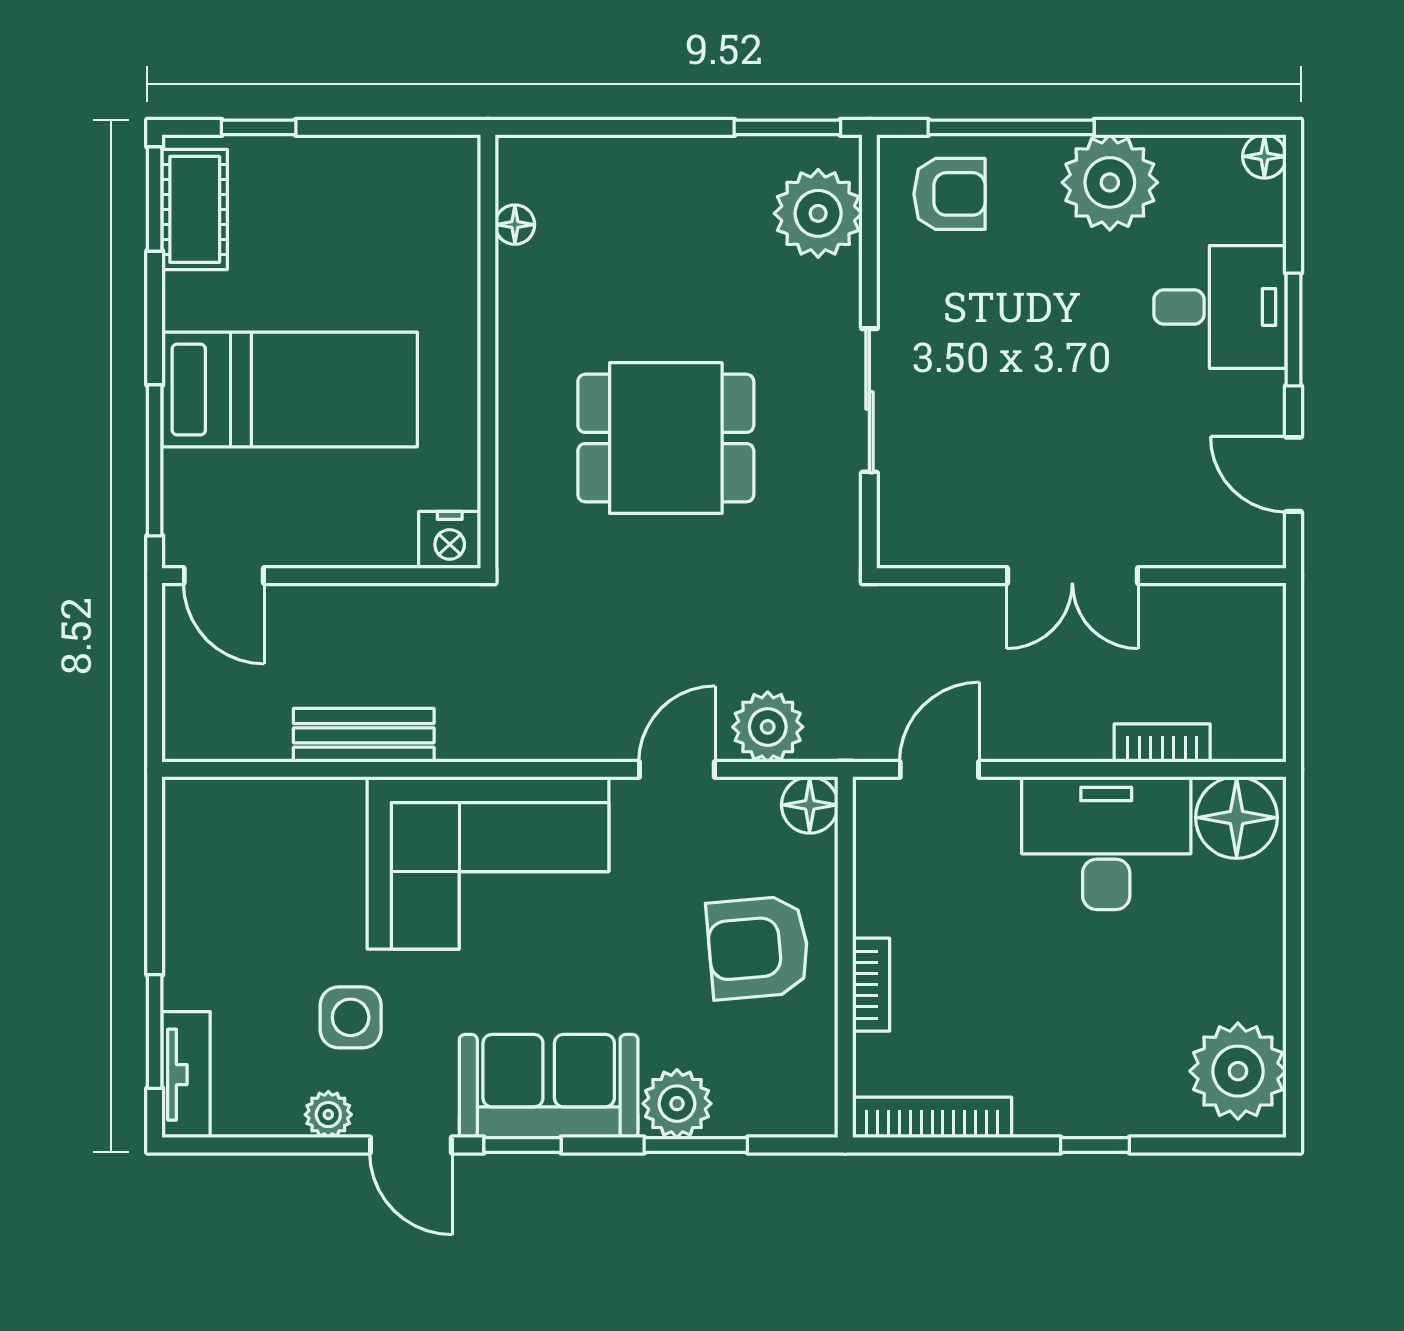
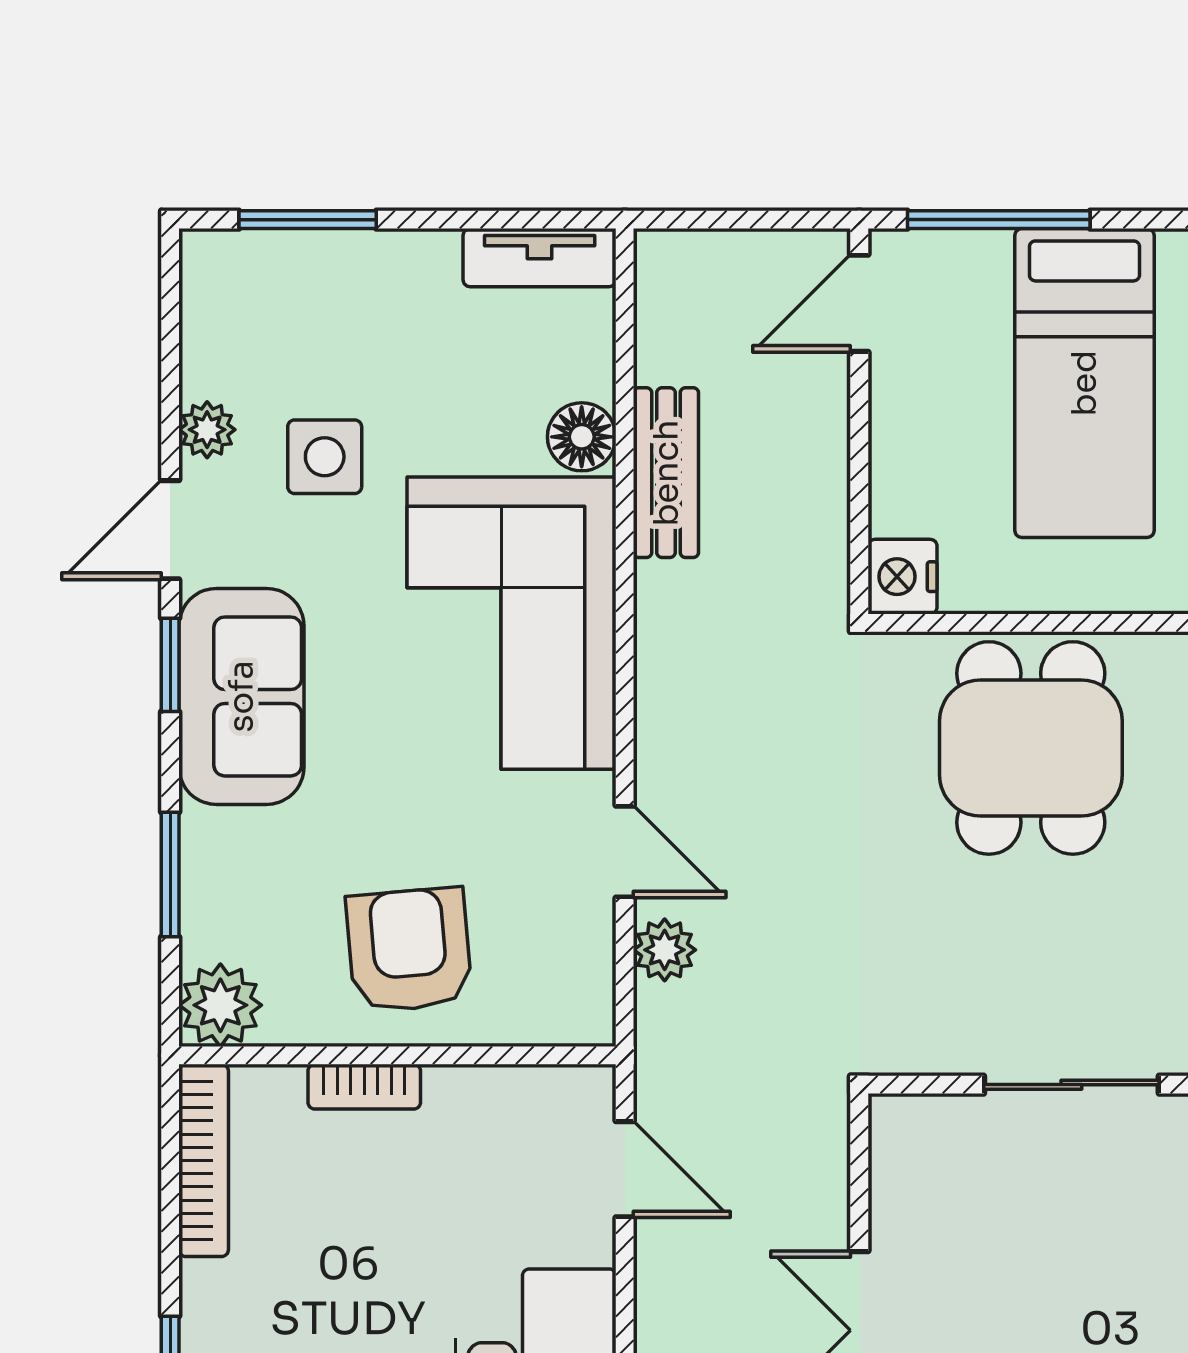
dining table: (666, 438) -> (1031, 748), moved
plant: (768, 727) -> (665, 950), width x0.73, depth x0.73
floor lamp: (810, 805) -> (582, 437), moved
tv unit: (186, 1075) -> (540, 258), moved
plant: (677, 1104) -> (220, 1005), moved

